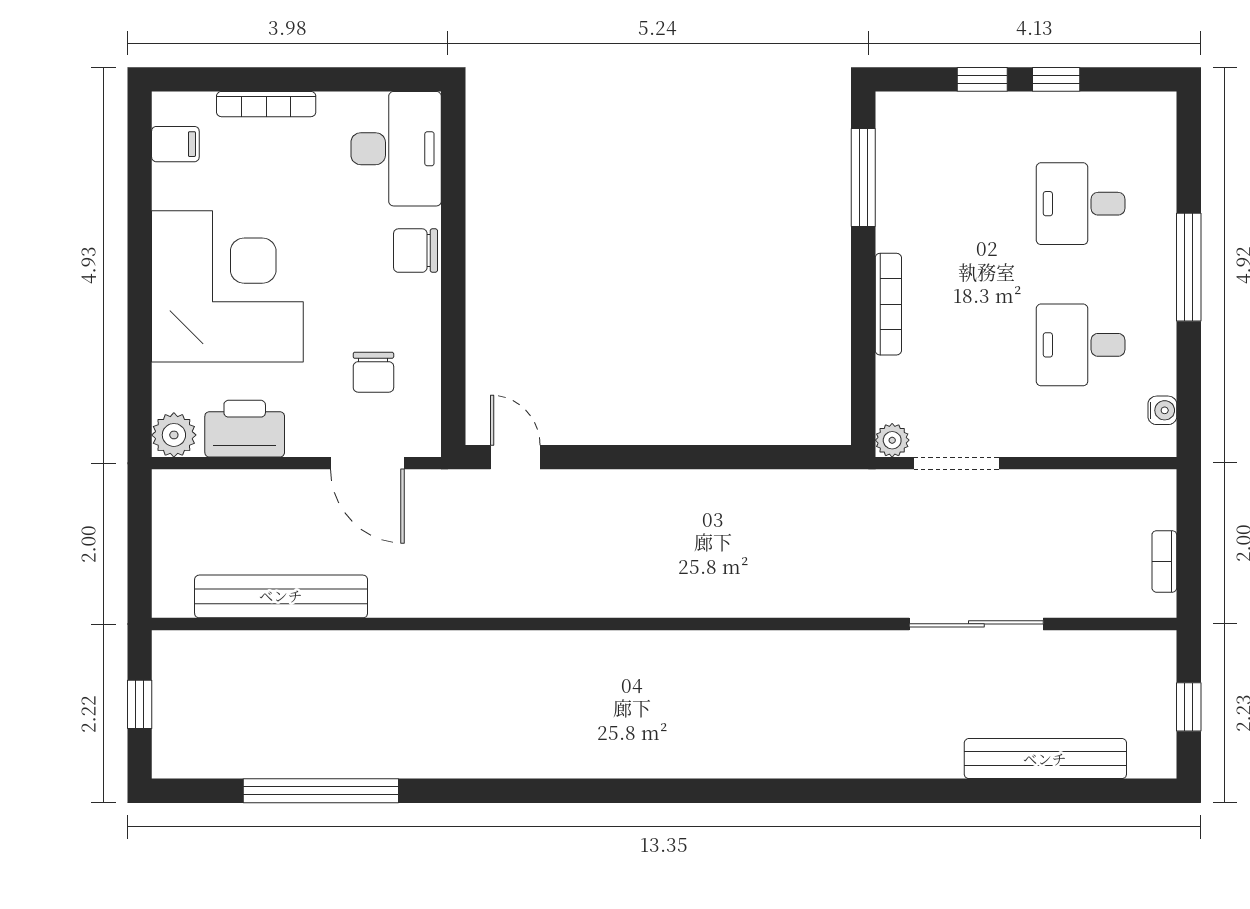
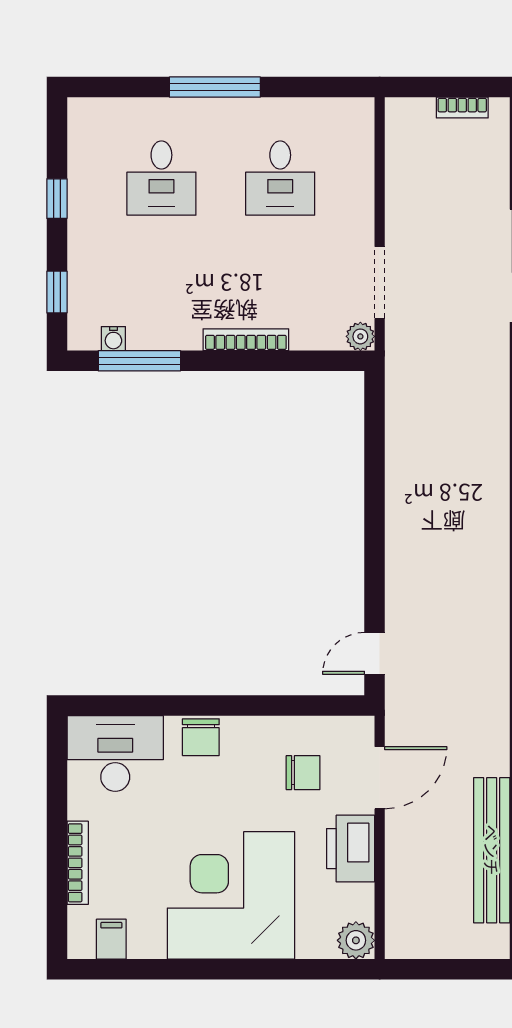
window: (982, 79) -> (57, 292), moved
water cooler: (1162, 410) -> (113, 339), moved, turned 180
printer: (245, 429) -> (351, 849), moved

